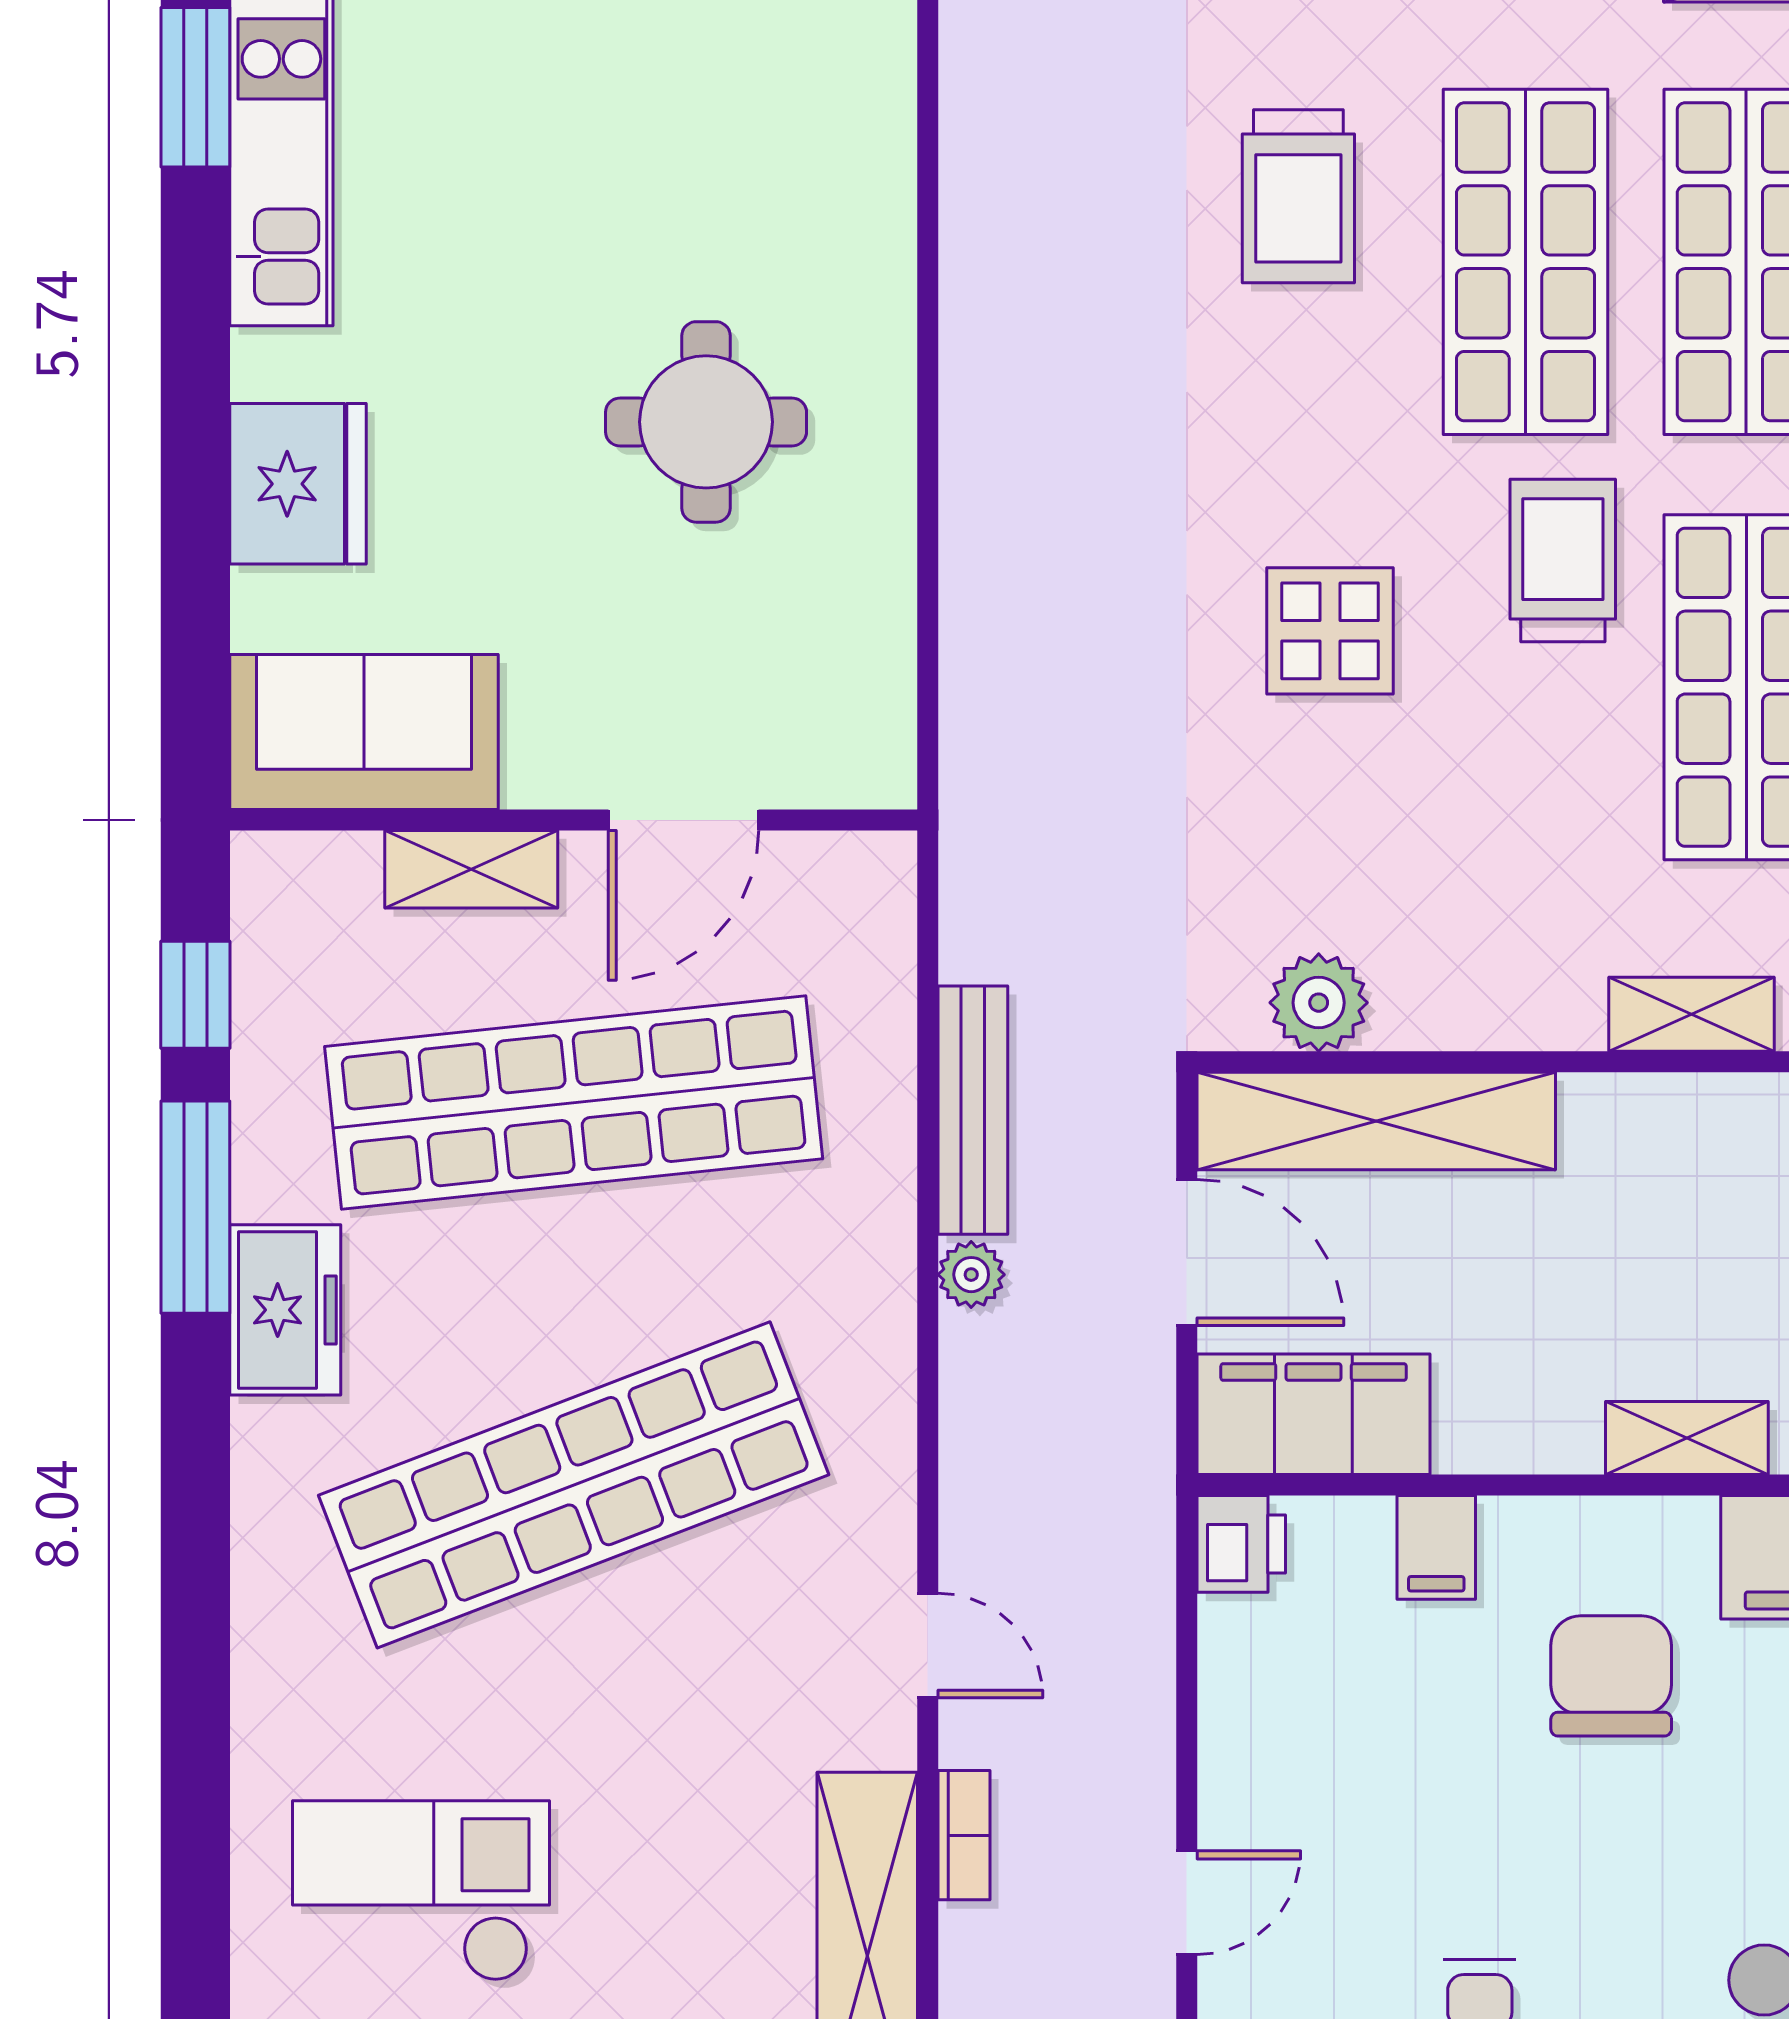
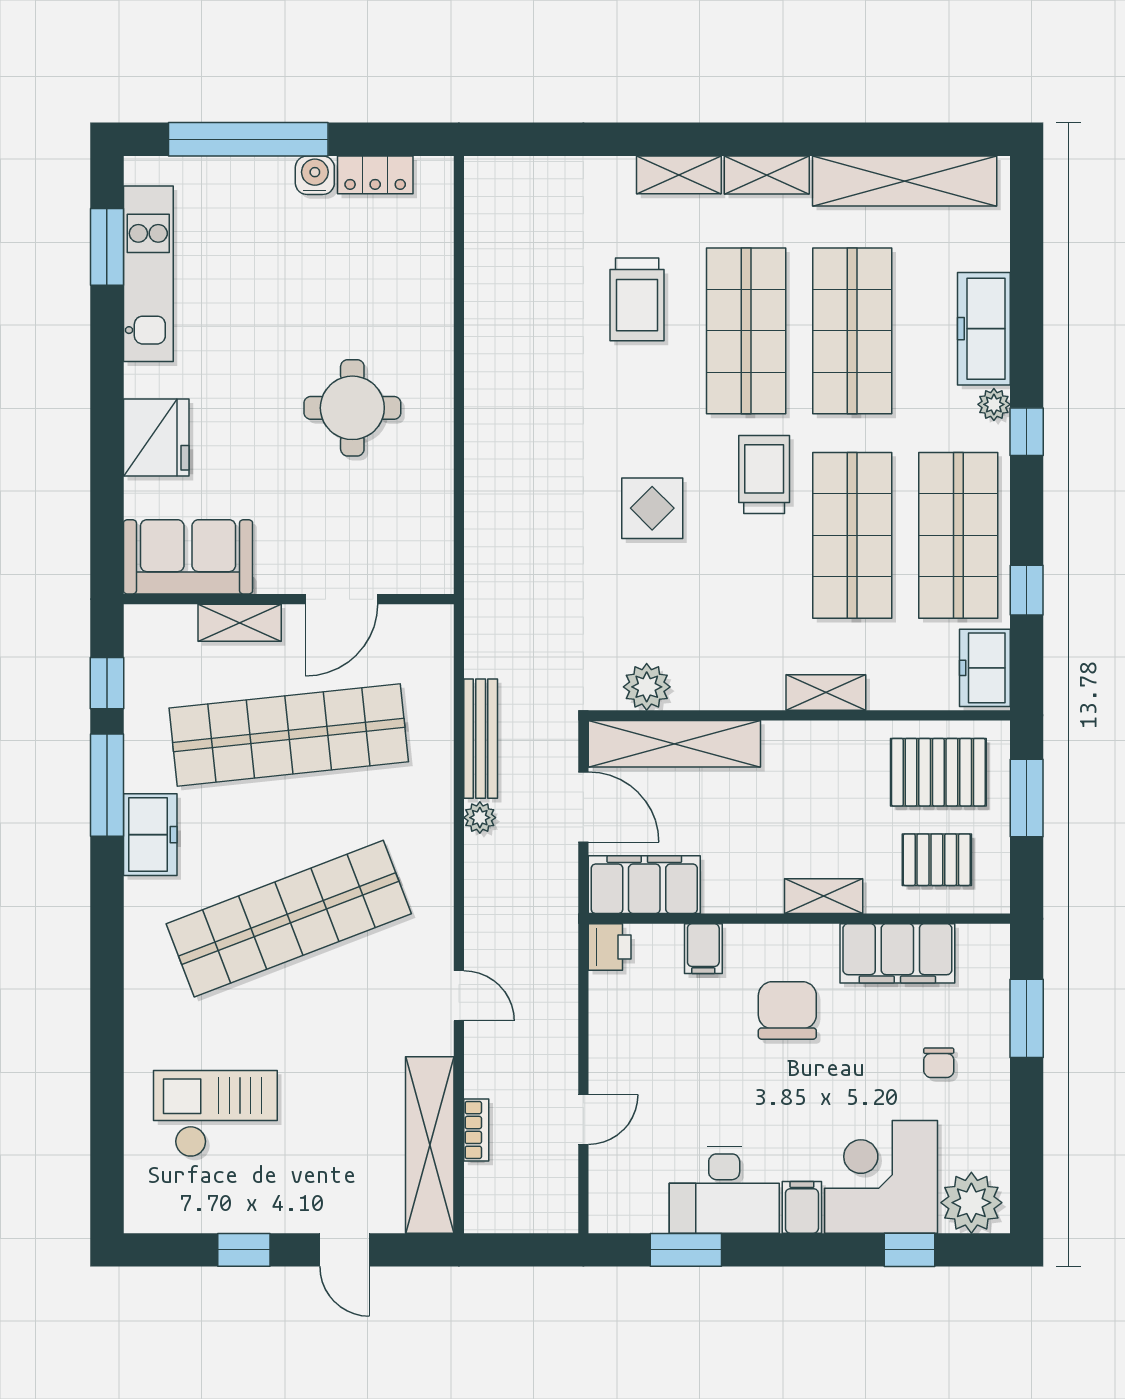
bookcase: (964, 1835) -> (476, 1130), moved

